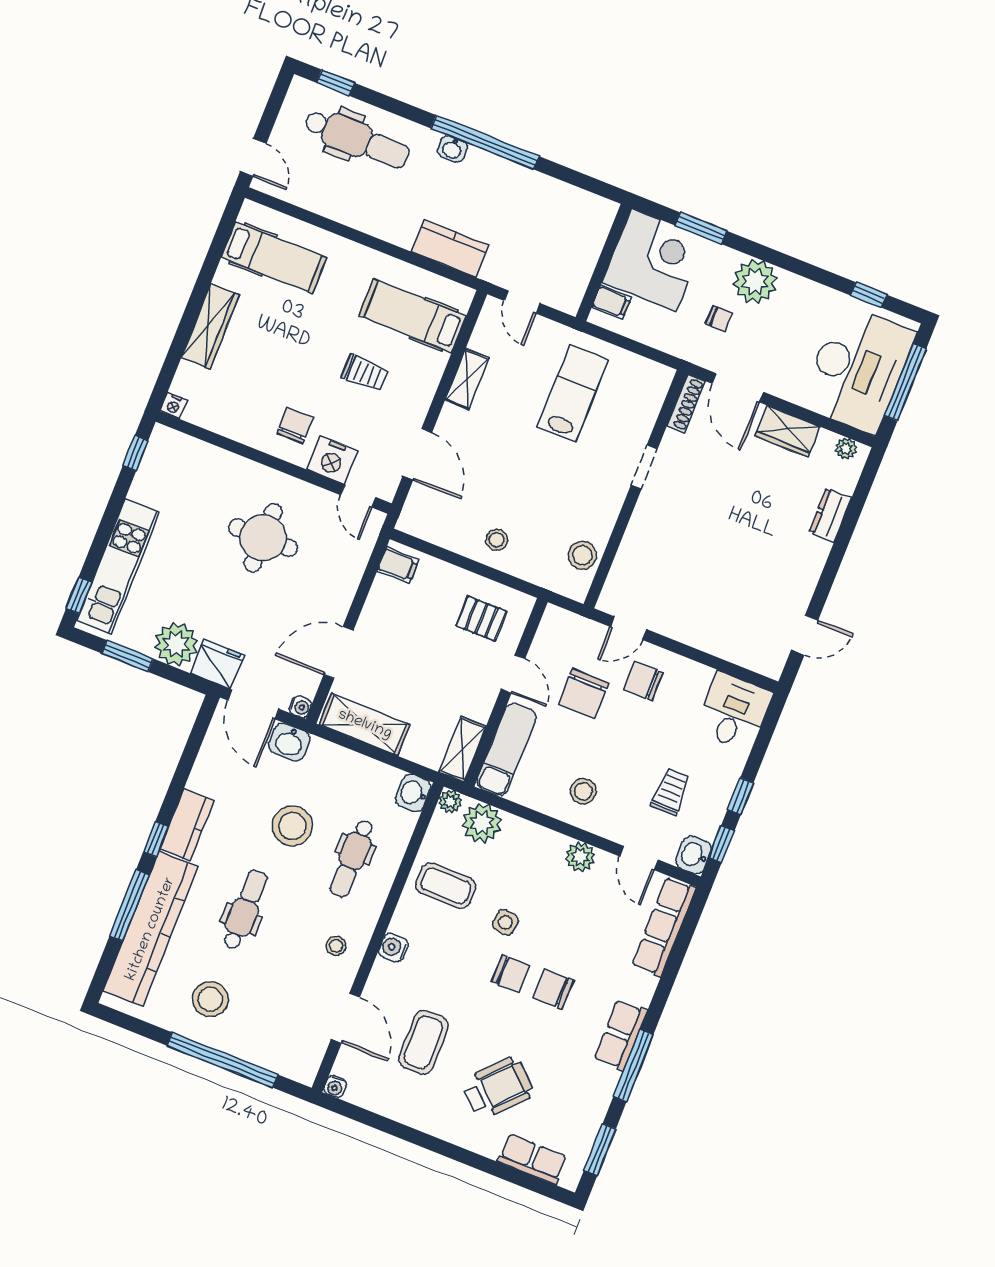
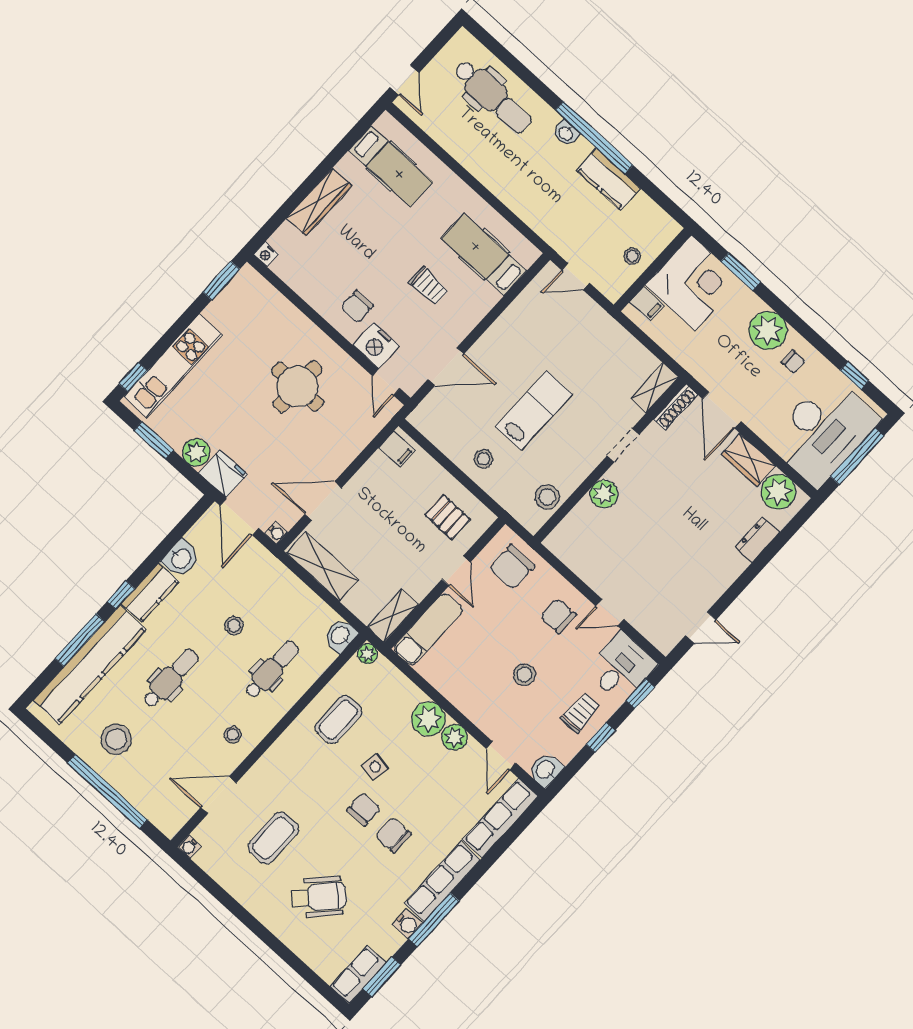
window: (336, 83) -> (493, 45), removed
kitchen counter: (450, 248) -> (608, 179), moved, turned 180
stool: (576, 256) -> (632, 256), added
door: (522, 302) -> (576, 277), hinge flipped
chair: (719, 319) -> (793, 362), moved
shelving: (467, 379) -> (655, 388), moved
lab bench: (573, 393) -> (534, 410), moved
chair: (295, 426) -> (357, 307), turned 180
plant: (846, 449) -> (778, 492), width x1.87, depth x1.87
window: (136, 453) -> (221, 281), width x1.50
door: (417, 454) -> (446, 367), hinge flipped
plant: (643, 528) -> (604, 494), added
door: (628, 628) -> (610, 613), moved
plant: (176, 644) -> (196, 452), width x0.73, depth x0.73
chair: (584, 694) -> (512, 567), moved
washbasin: (289, 742) -> (181, 559), moved, turned -90
stool: (583, 791) -> (524, 675), moved
trolley: (671, 792) -> (581, 713), moved
plant: (482, 823) -> (428, 719), moved
stool: (292, 826) -> (234, 626), width x0.53, depth x0.53
window: (721, 844) -> (640, 694), moved
dental chair: (352, 858) -> (272, 669), turned 180
coffee table: (446, 886) -> (338, 720), turned 90
water cooler: (393, 948) -> (407, 924), moved, turned 180
chair: (511, 974) -> (364, 809), turned -90
door: (346, 1018) -> (218, 795), swing flipped
row of seats: (621, 1035) -> (442, 881), width x1.48
row of seats: (532, 1159) -> (358, 975), moved, turned -90

